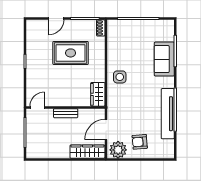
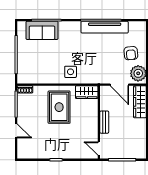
rug: (71, 53) -> (59, 107), moved
sofa: (164, 59) -> (42, 30), moved

